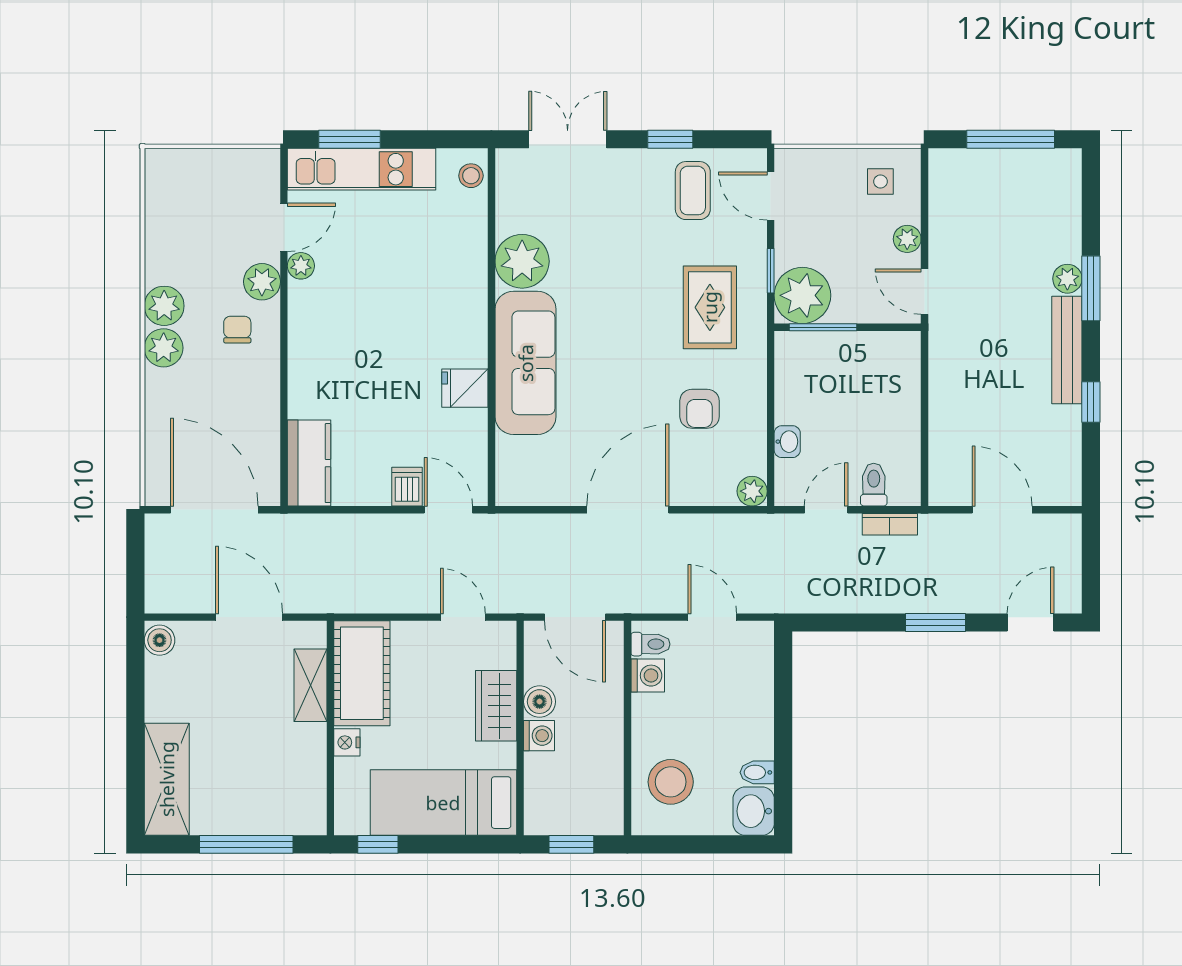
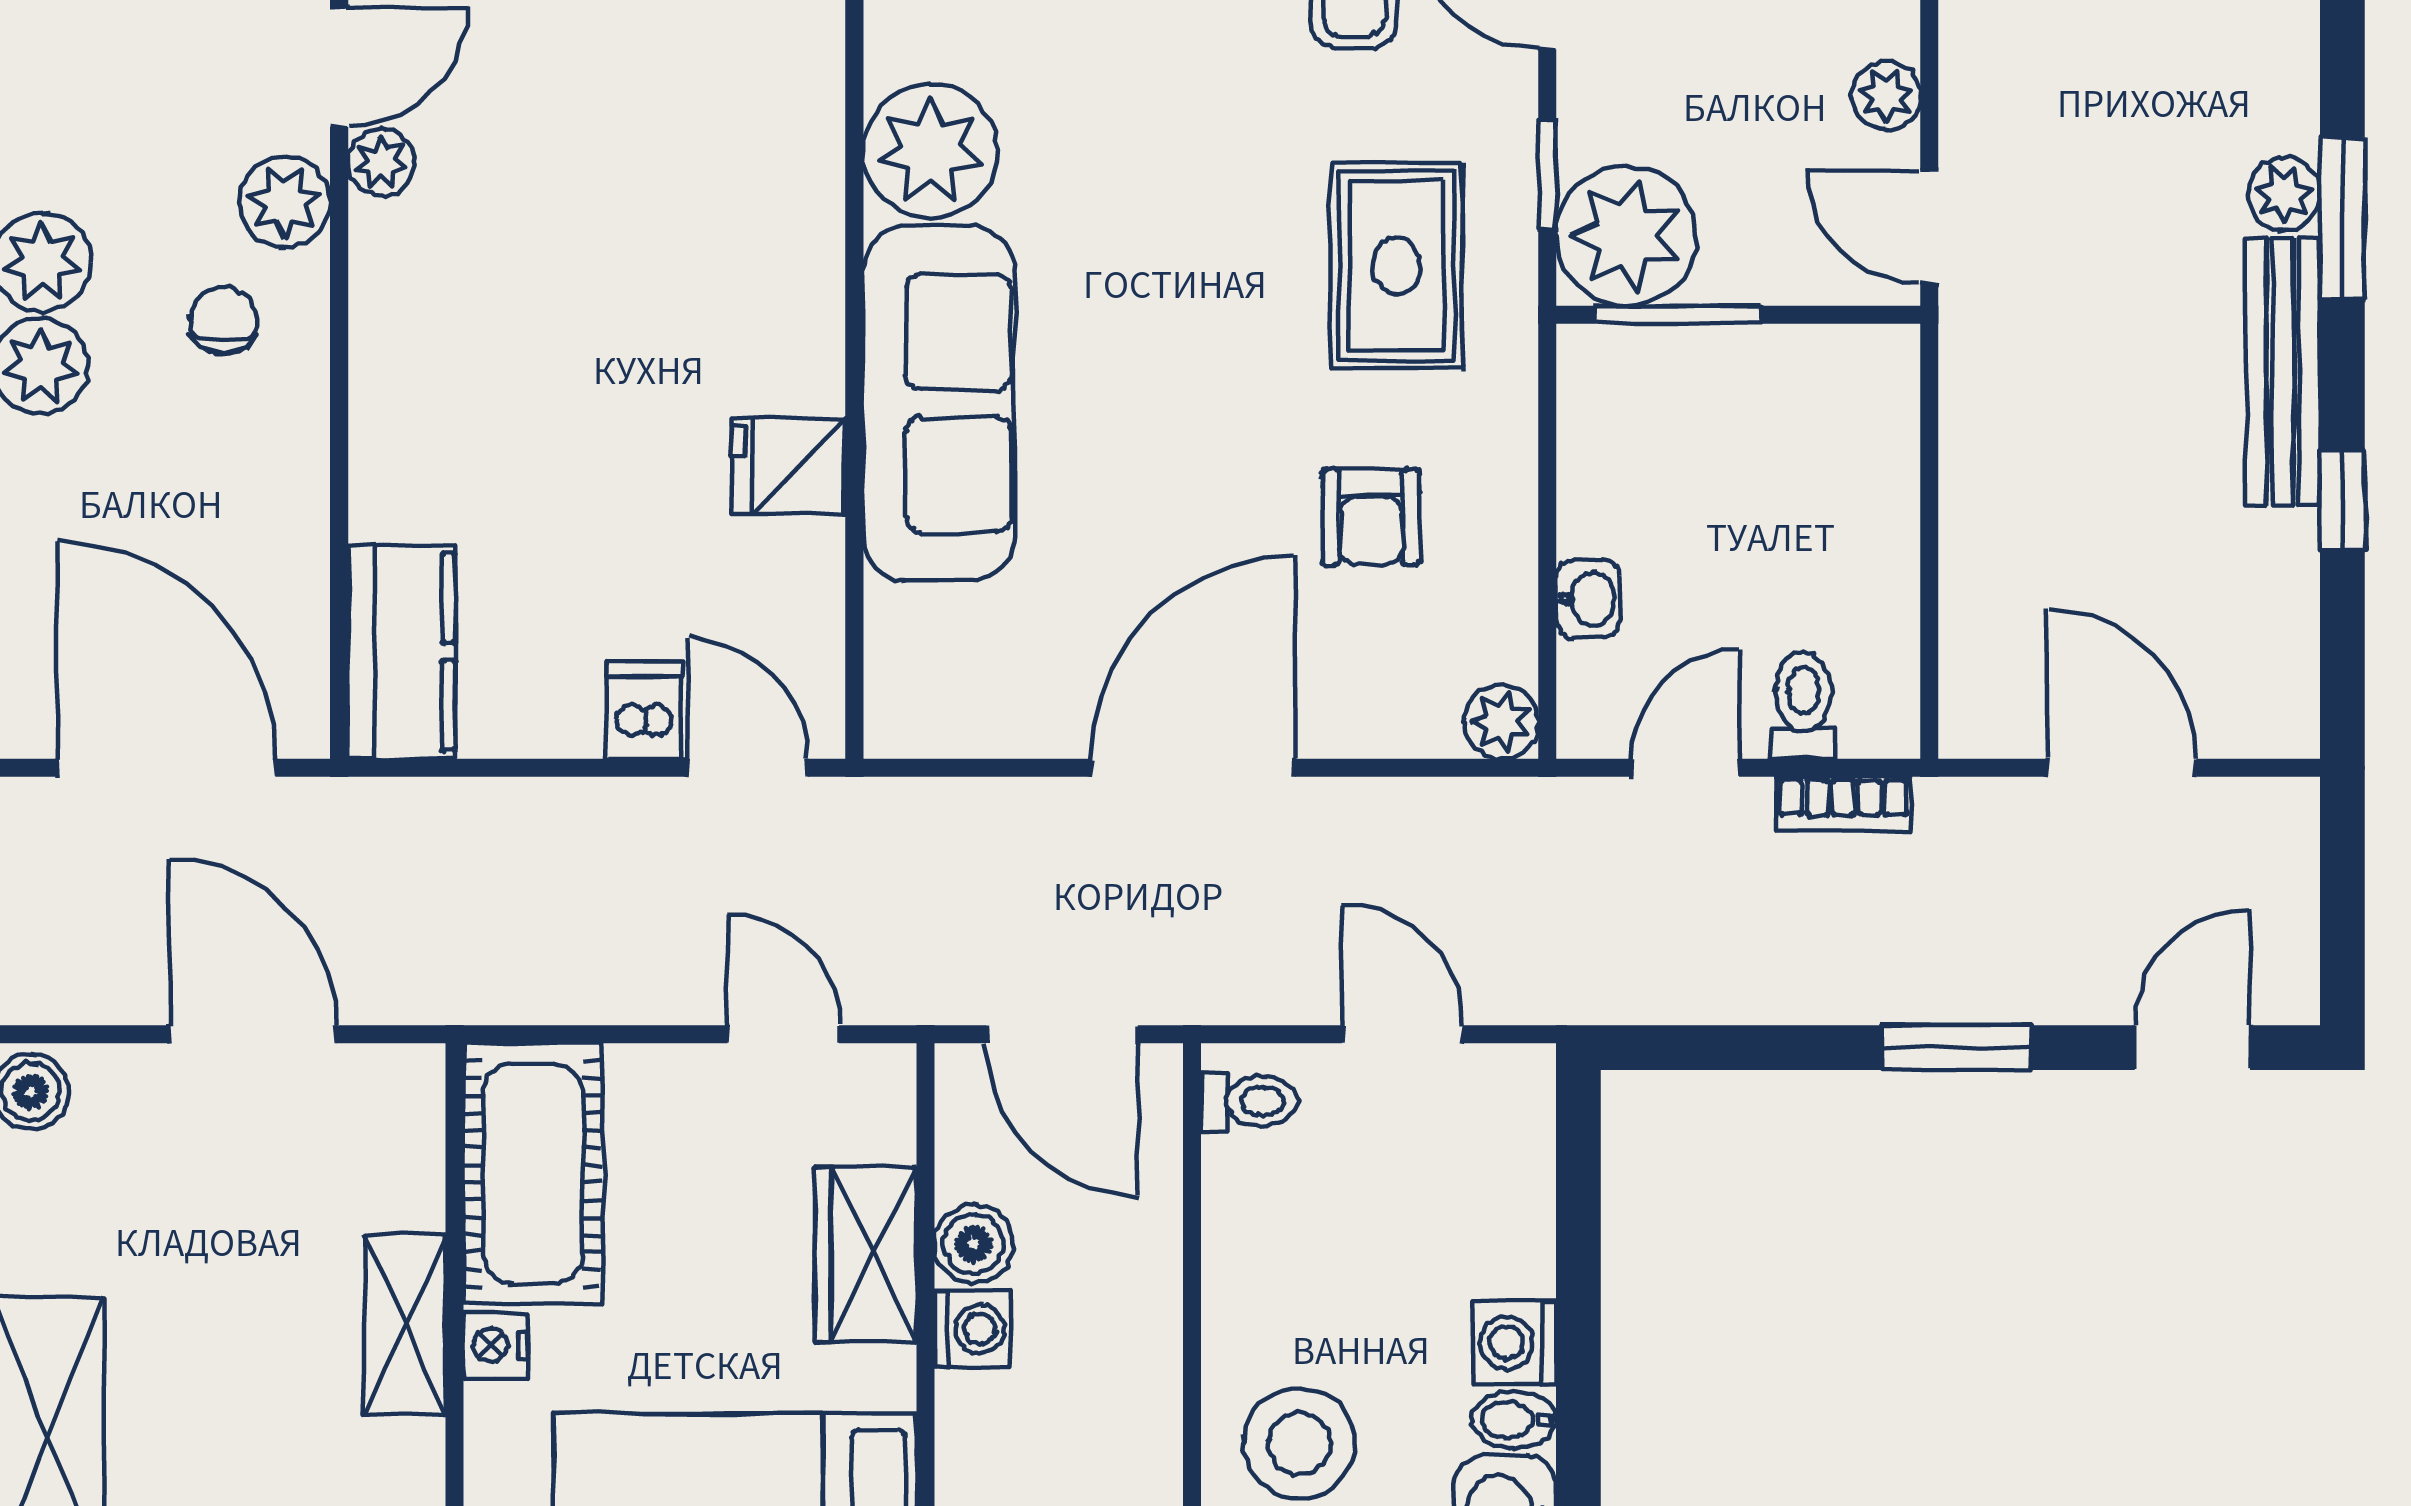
washing machine: (648, 676) -> (1515, 1343), moved, turned 180
shelving: (310, 685) -> (405, 1325), moved

